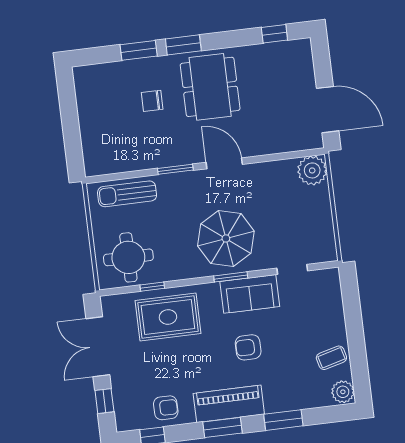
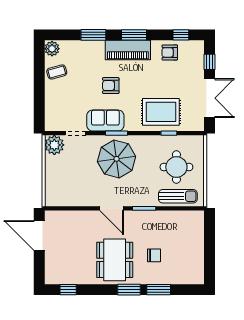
plant: (312, 170) -> (54, 145), moved
round table: (128, 257) -> (176, 167), moved
armchair: (248, 347) -> (111, 86), turned 180

